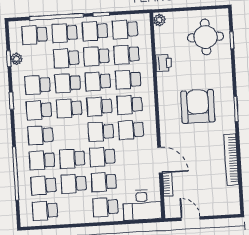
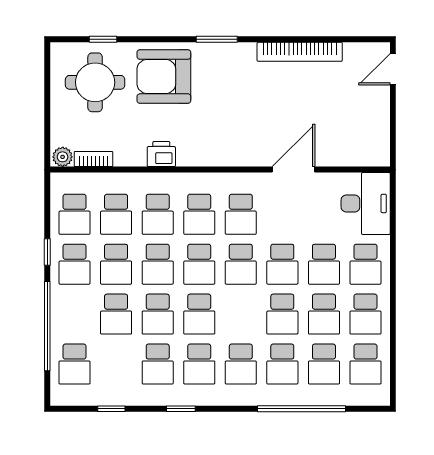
school desk: (65, 33) -> (366, 314), moved
plant: (16, 59) -> (113, 396), removed
printer: (164, 63) -> (161, 154), moved
armchair: (198, 106) -> (164, 77), moved
bookcase: (168, 184) -> (94, 159), moved
door: (190, 219) -> (393, 69), moved

